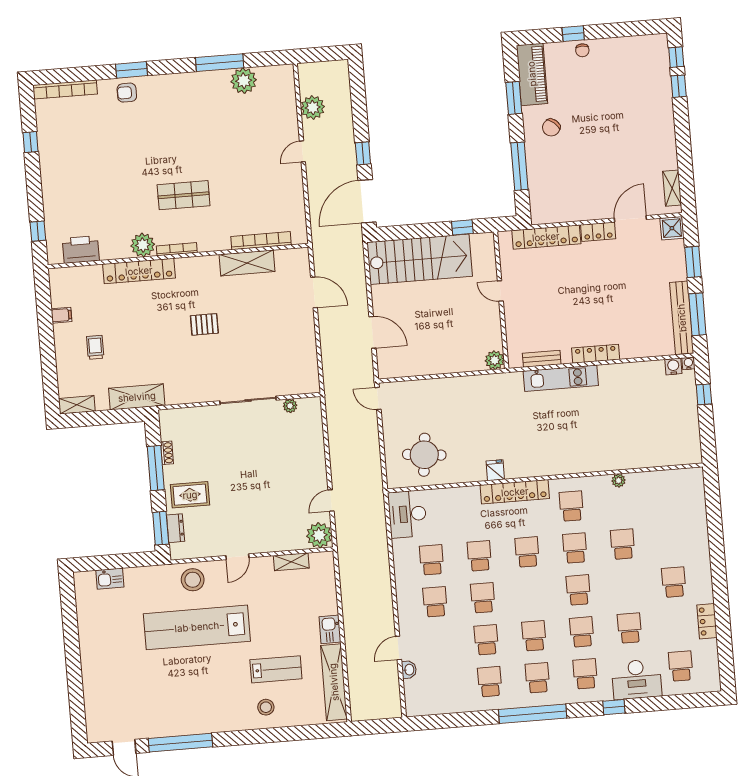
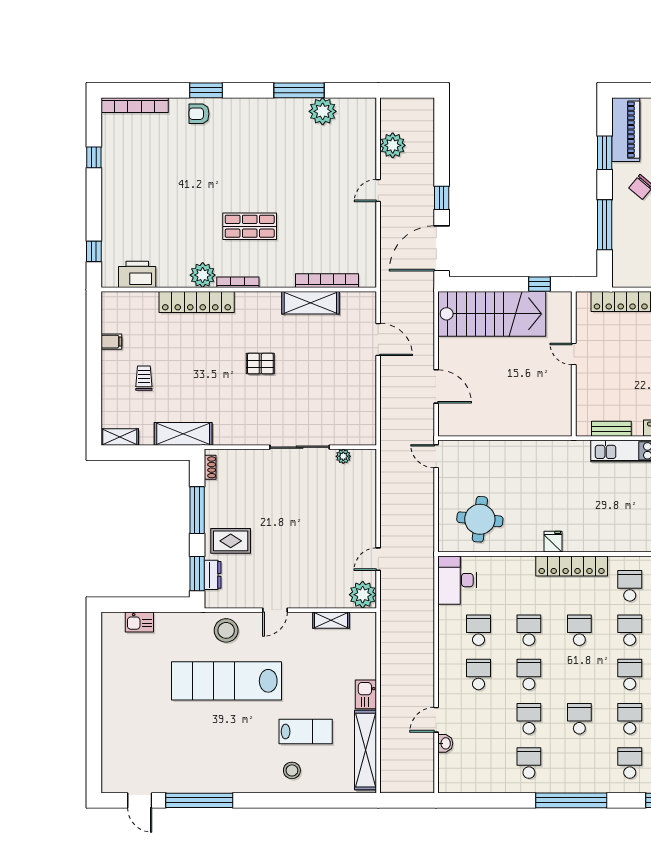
plant: (495, 360) -> (562, 426), removed
shoe rack: (167, 453) -> (210, 467), moved
school desk: (537, 678) -> (579, 763), removed

